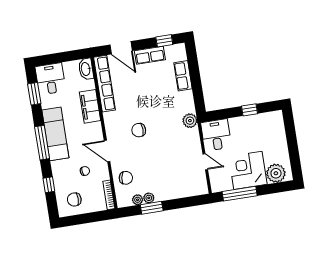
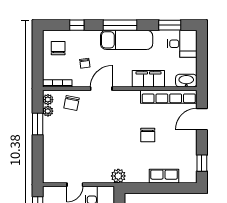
row of seats: (150, 55) -> (190, 146), removed
chair: (139, 130) -> (148, 135), moved, turned 180
plant: (149, 198) -> (48, 100), moved

